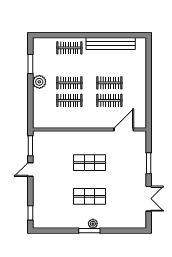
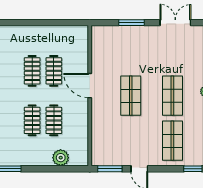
plant: (39, 82) -> (61, 158), moved
door: (124, 129) -> (90, 86), moved
shop shelf: (53, 196) -> (172, 141), added

